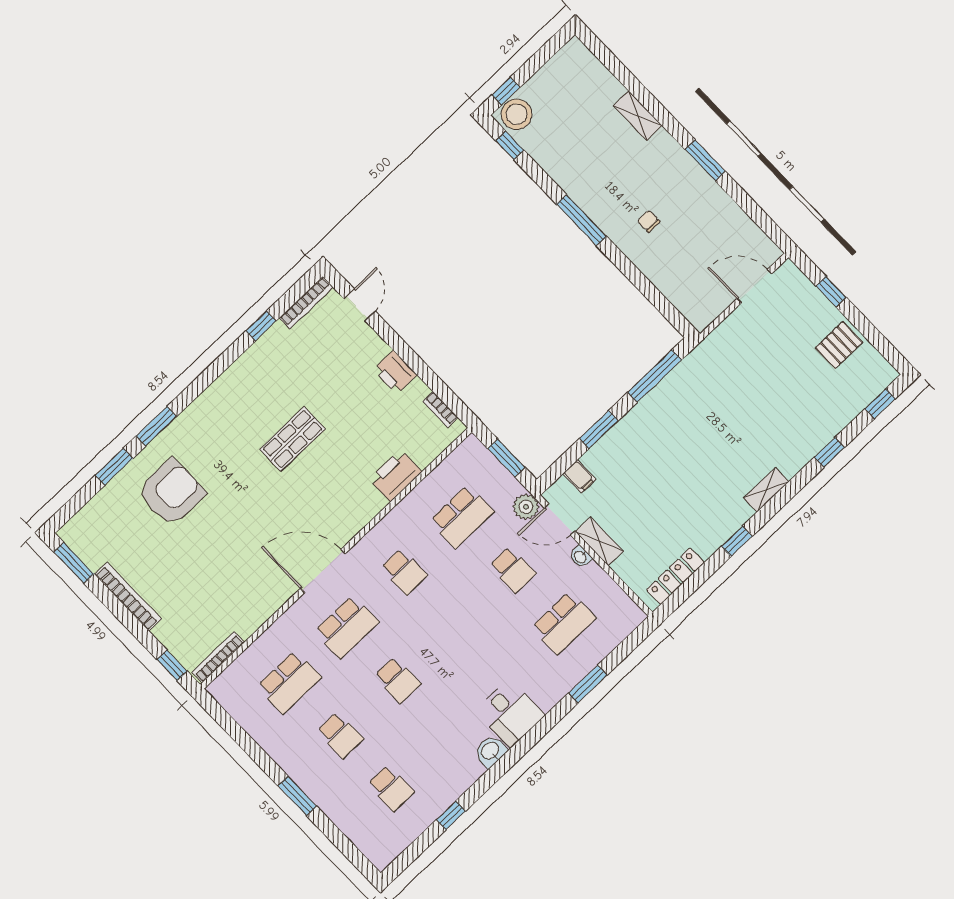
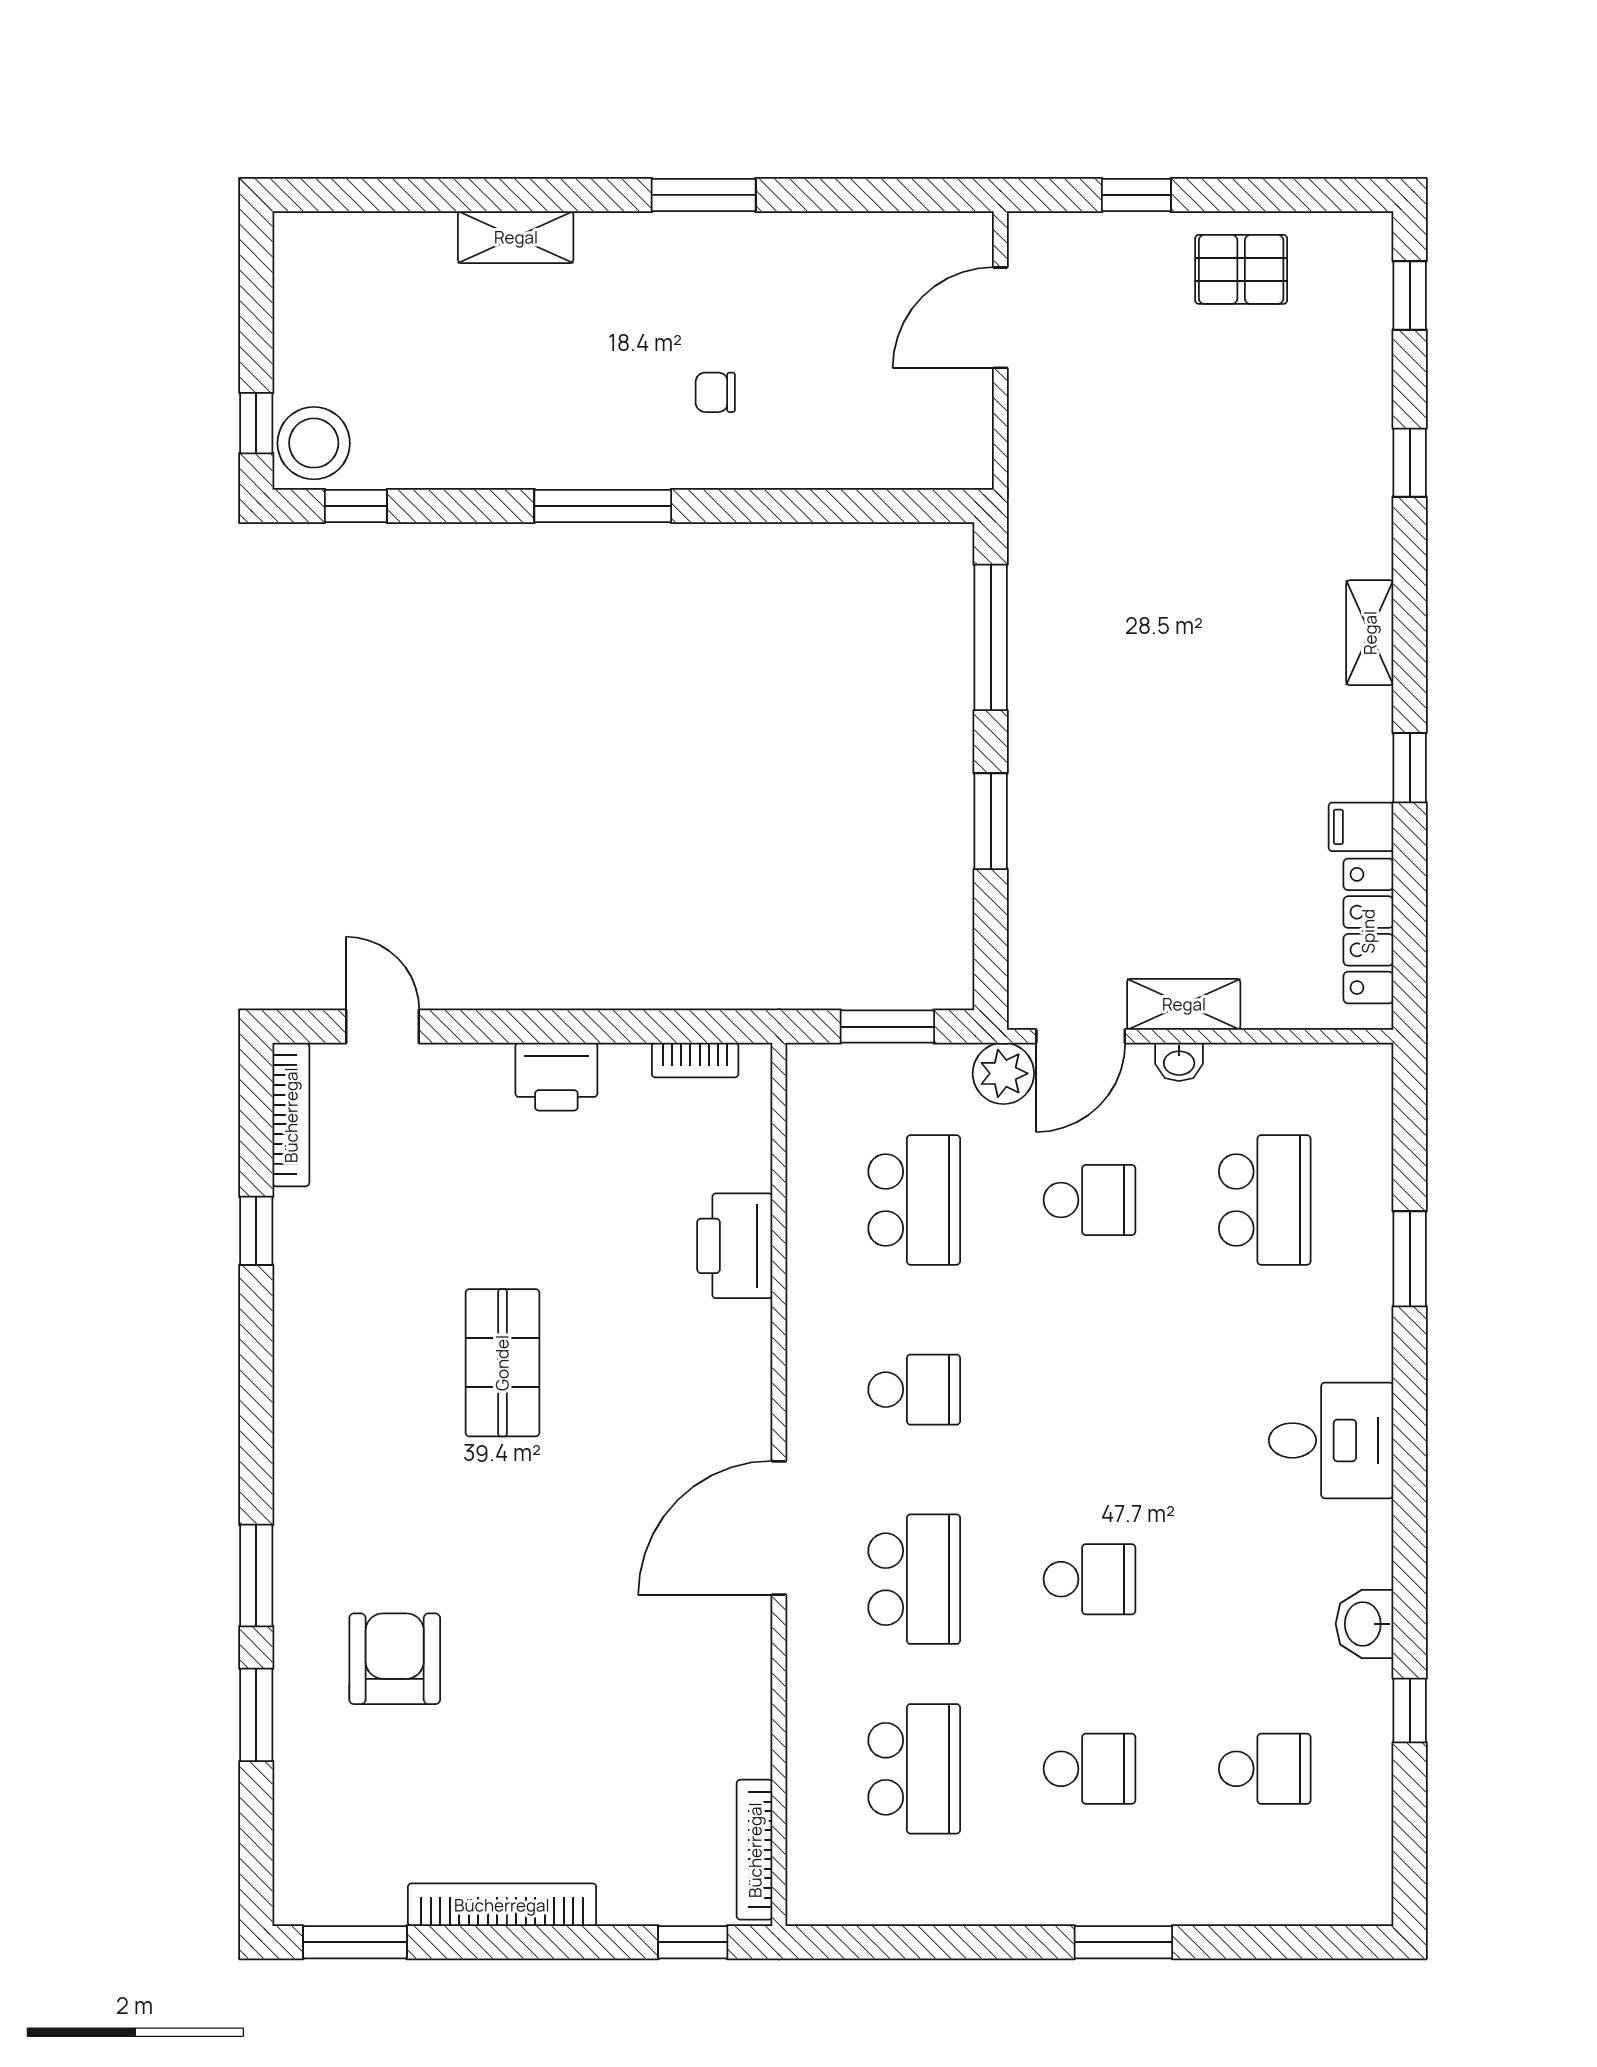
pallet: (839, 345) -> (1241, 269), turned 90
filing cabinet: (579, 476) -> (1361, 827), moved, turned 180
armchair: (171, 492) -> (395, 1659), width x0.73, depth x0.73
washbasin: (490, 751) -> (1364, 1624), moved

